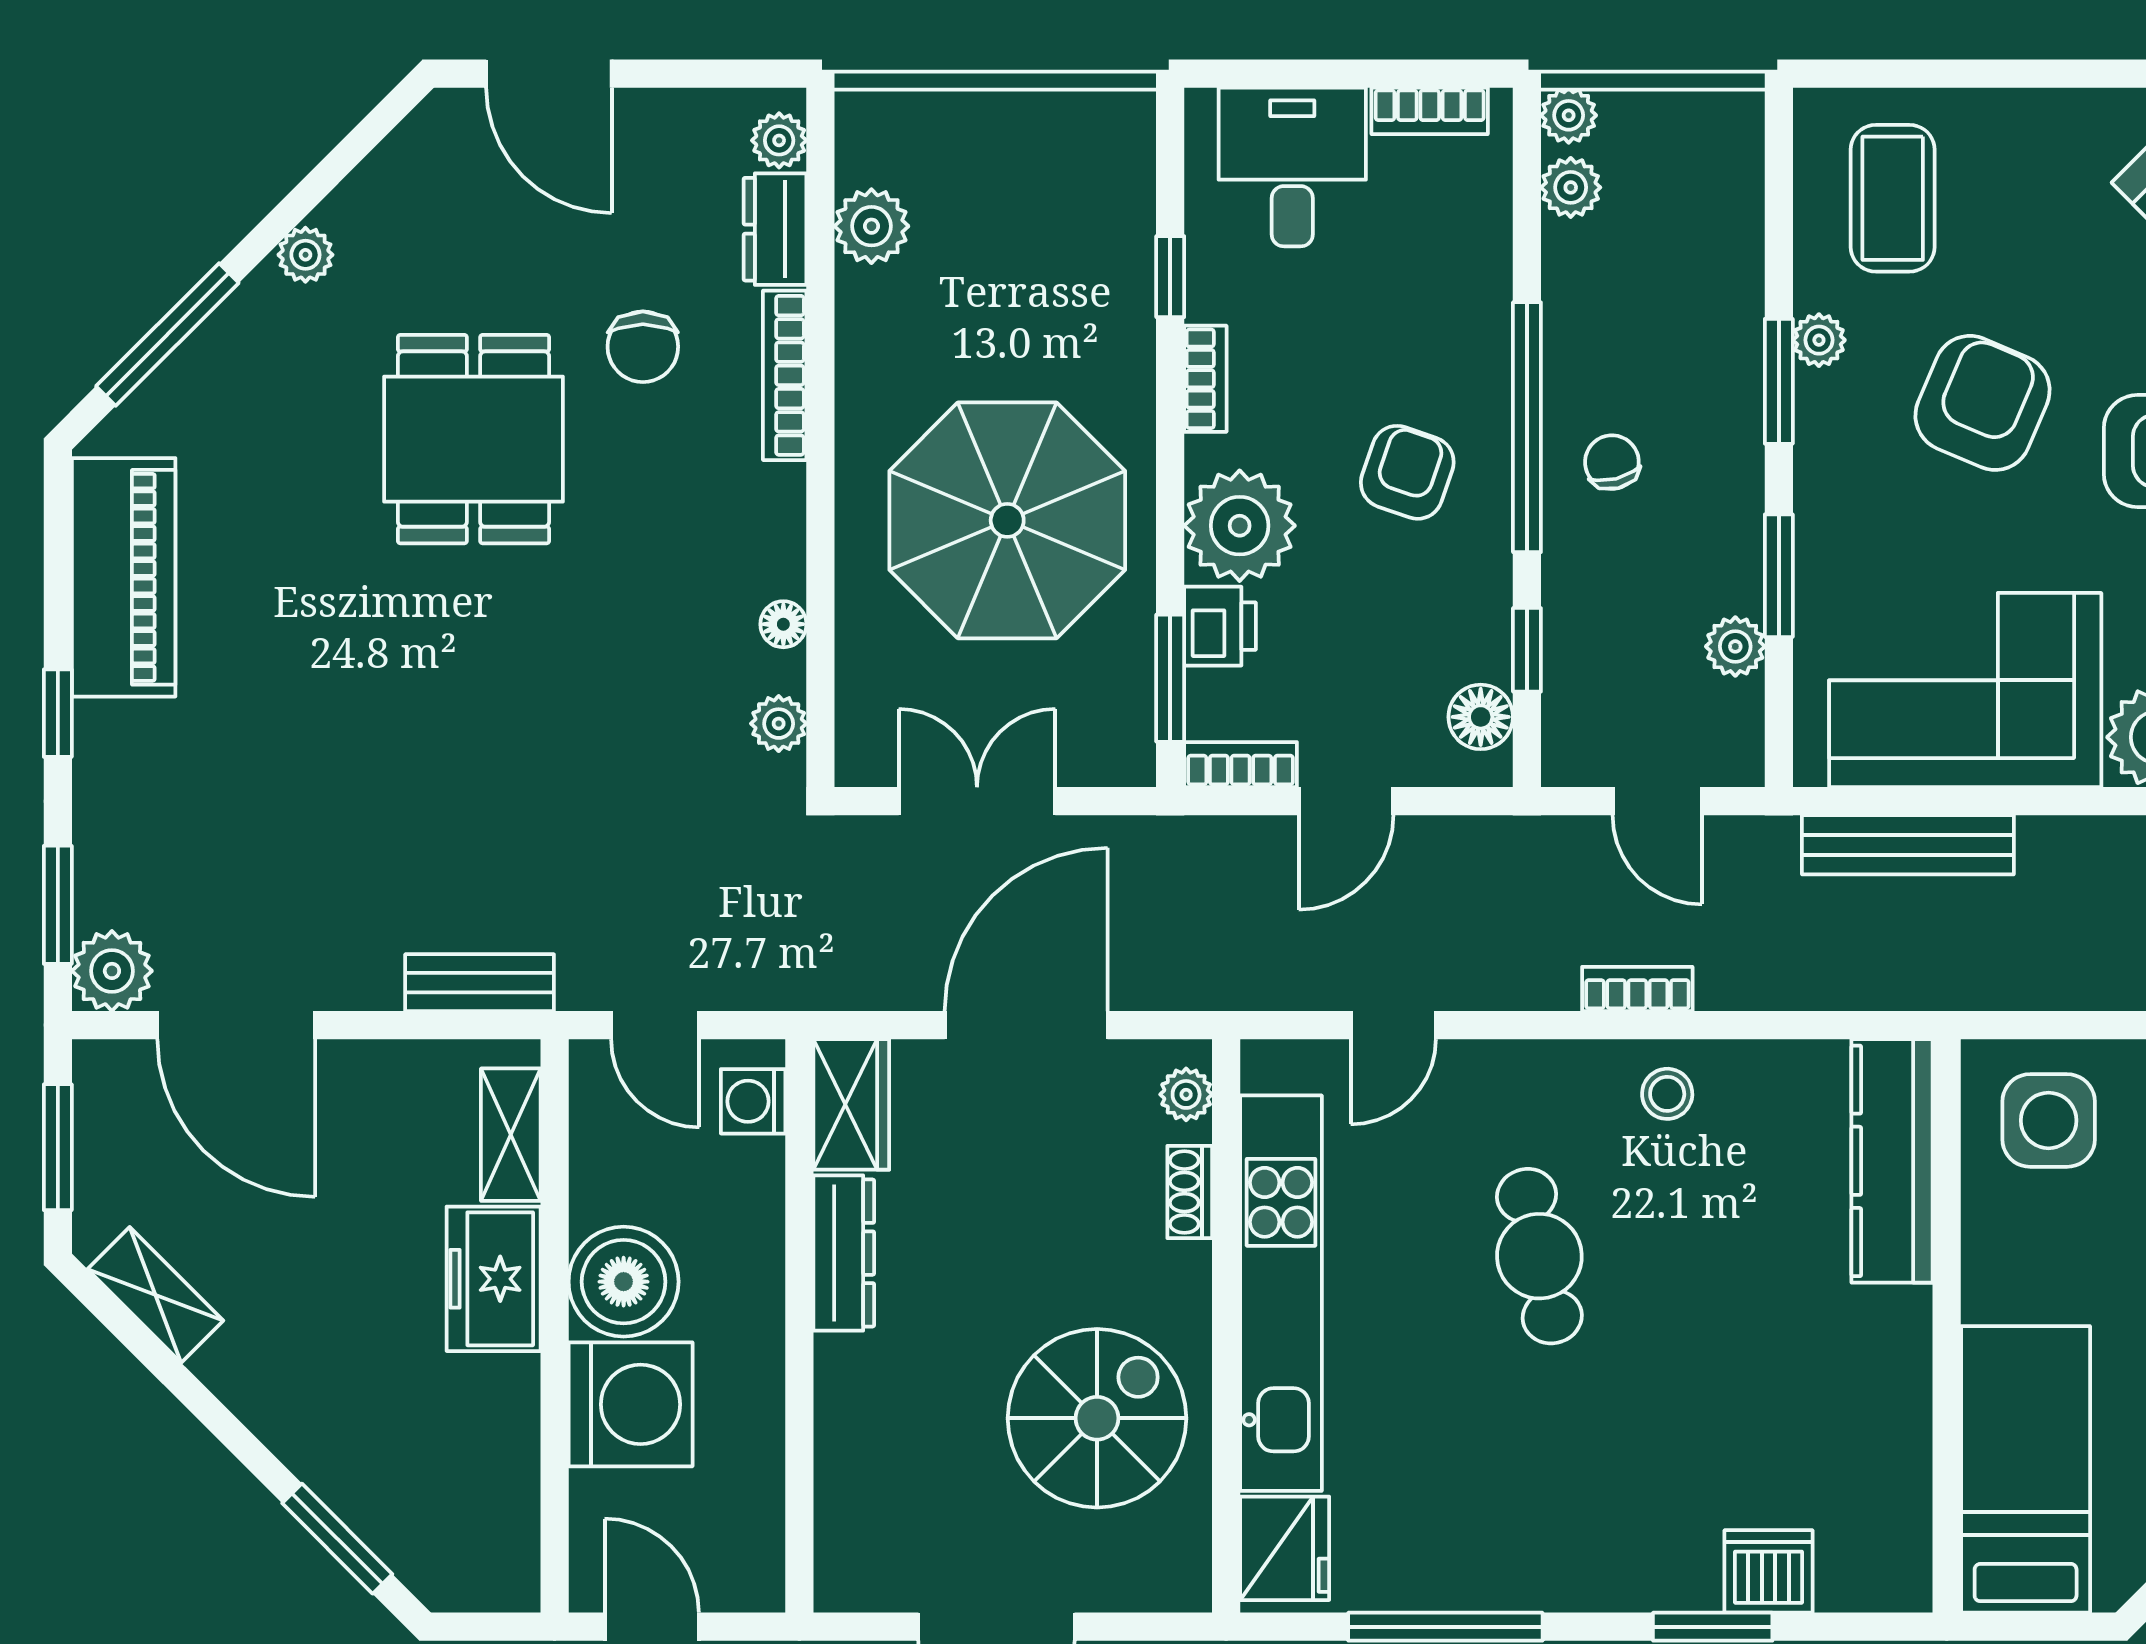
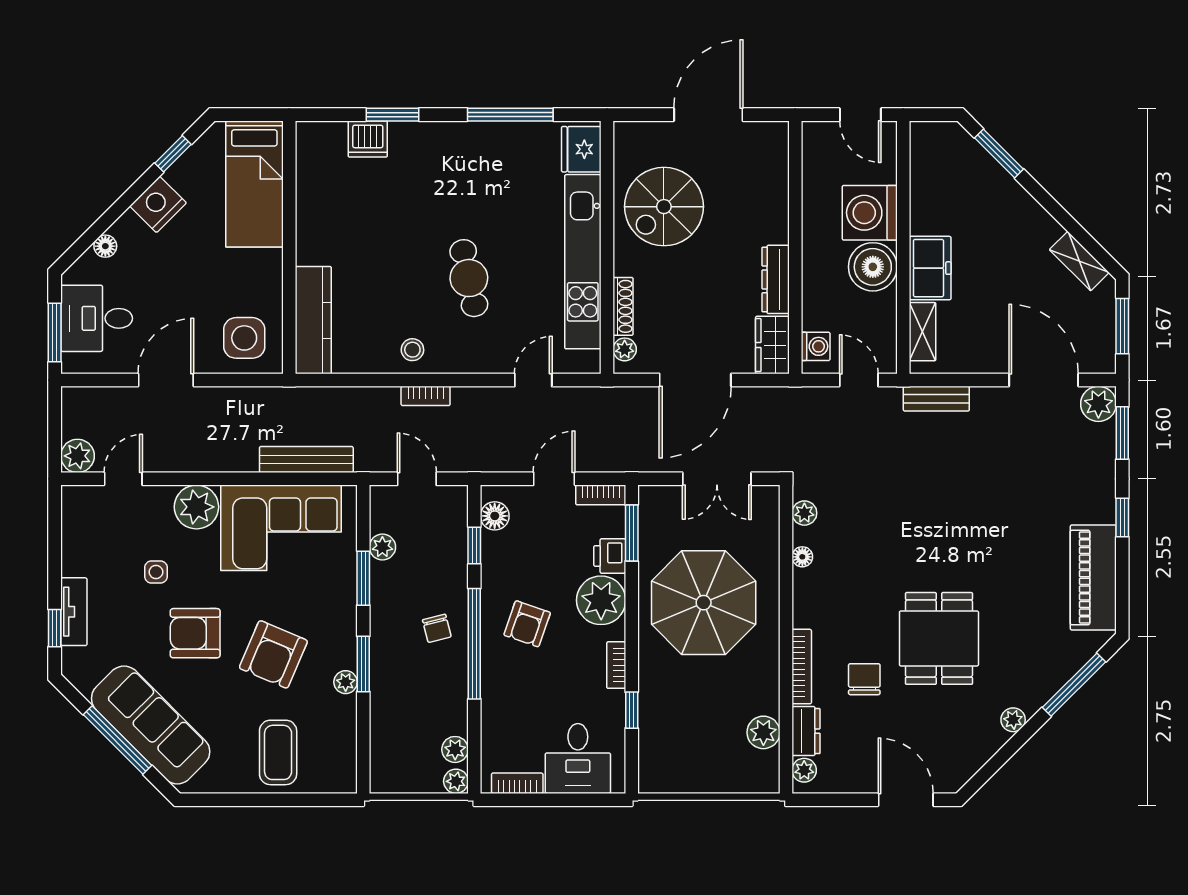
coffee table: (1893, 198) -> (278, 752), moved
shoe rack: (1190, 1192) -> (623, 306), width x1.43

